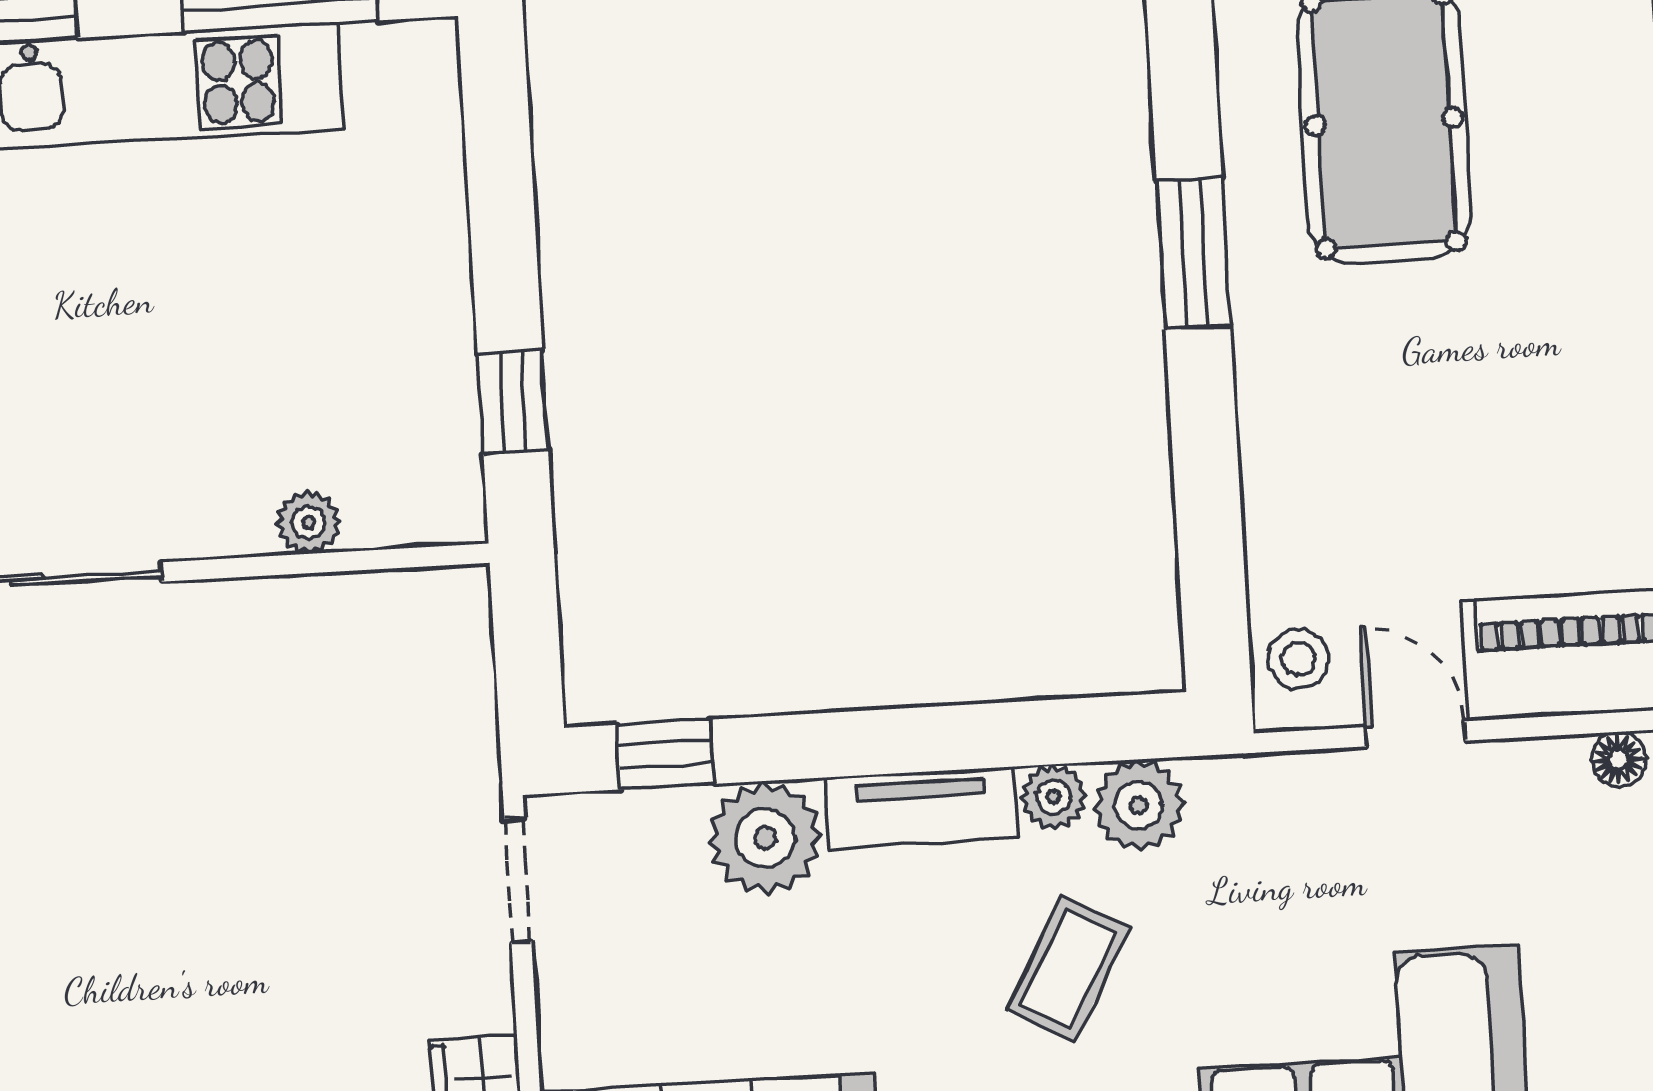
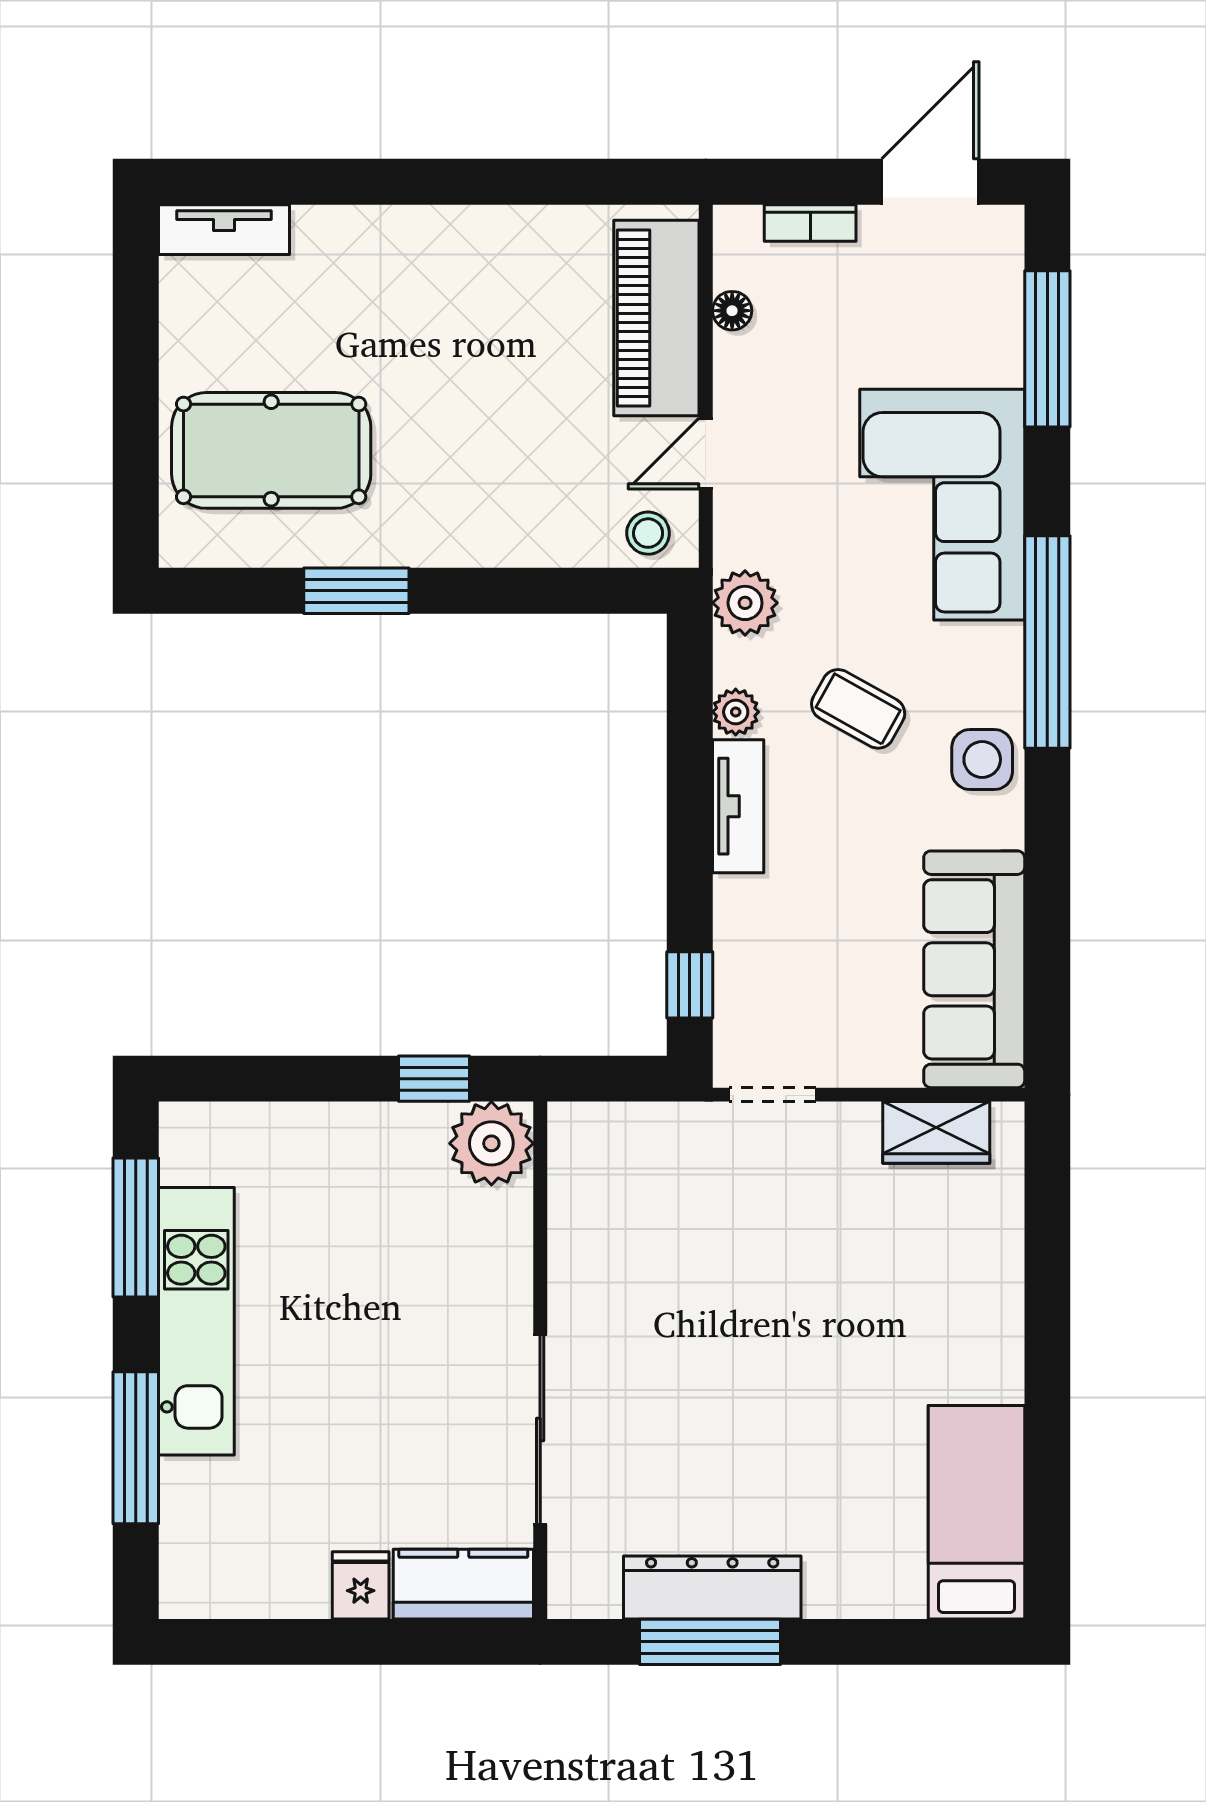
plant: (308, 522) -> (491, 1143), moved, width x1.87, depth x1.87
plant: (1139, 805) -> (745, 603), moved
plant: (765, 838) -> (753, 918), removed

